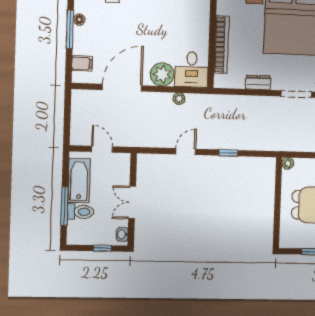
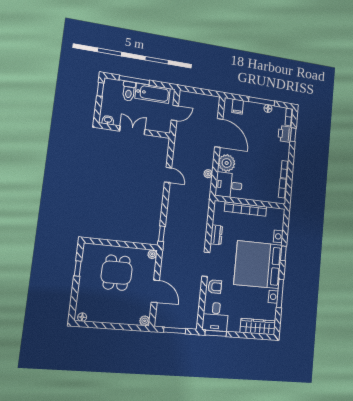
window: (228, 153) -> (162, 234), moved
window: (102, 248) -> (100, 89), moved

